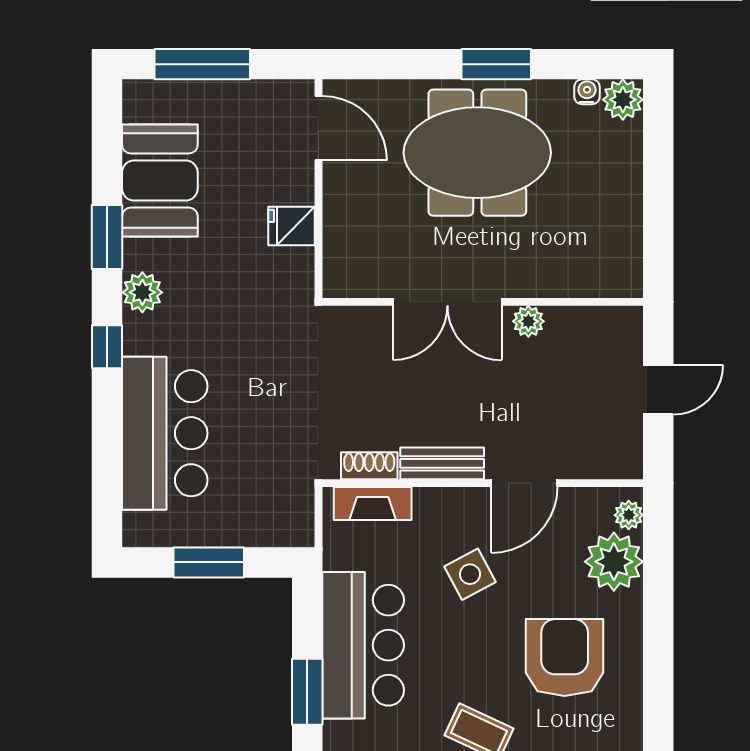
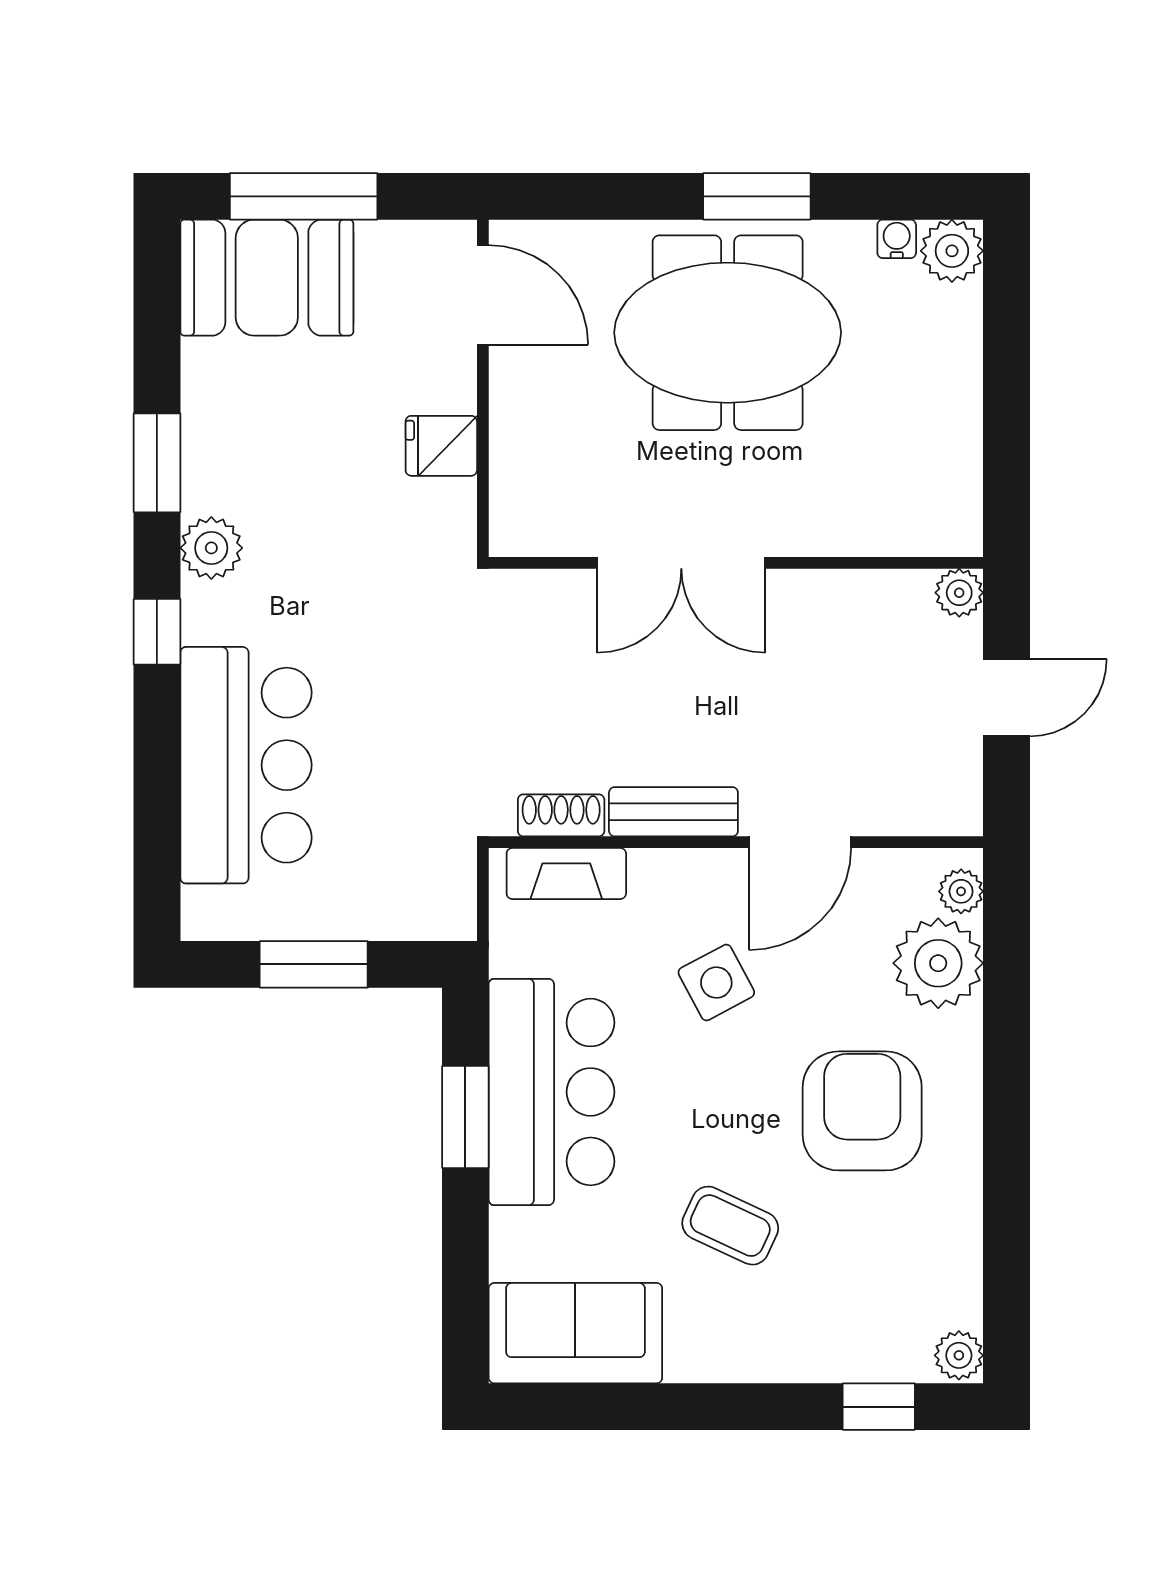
booth: (160, 181) -> (267, 278), moved, turned 90
plant: (528, 321) -> (959, 593), moved
window: (307, 692) -> (465, 1117), moved

